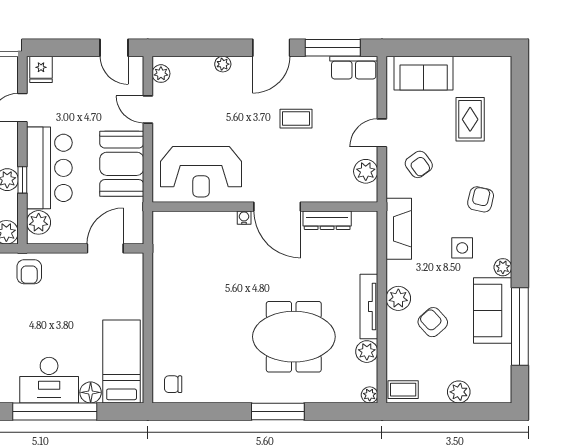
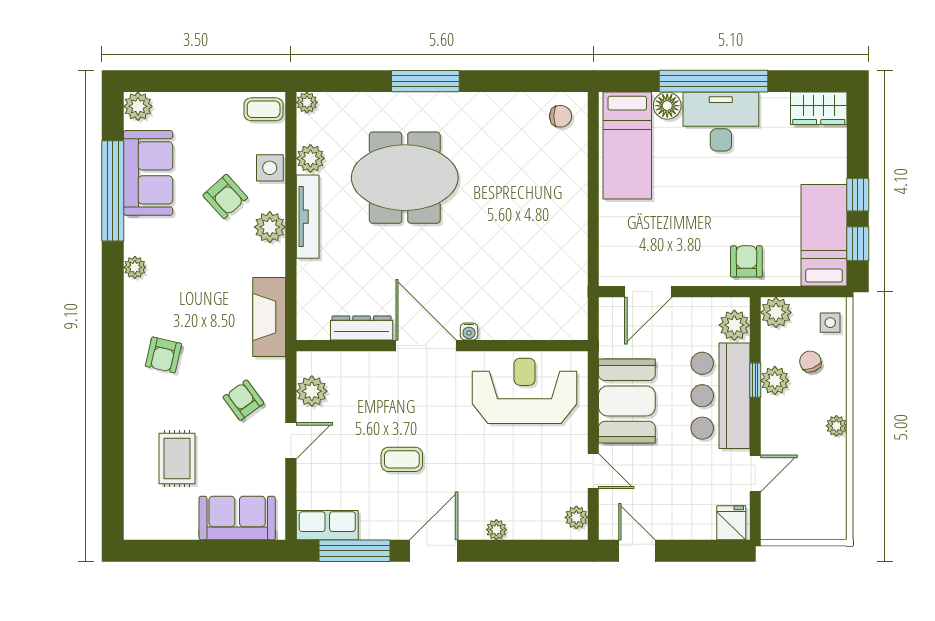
side table: (462, 248) -> (270, 168), moved
sofa: (493, 310) -> (148, 173), moved
plant: (459, 392) -> (138, 106), moved

